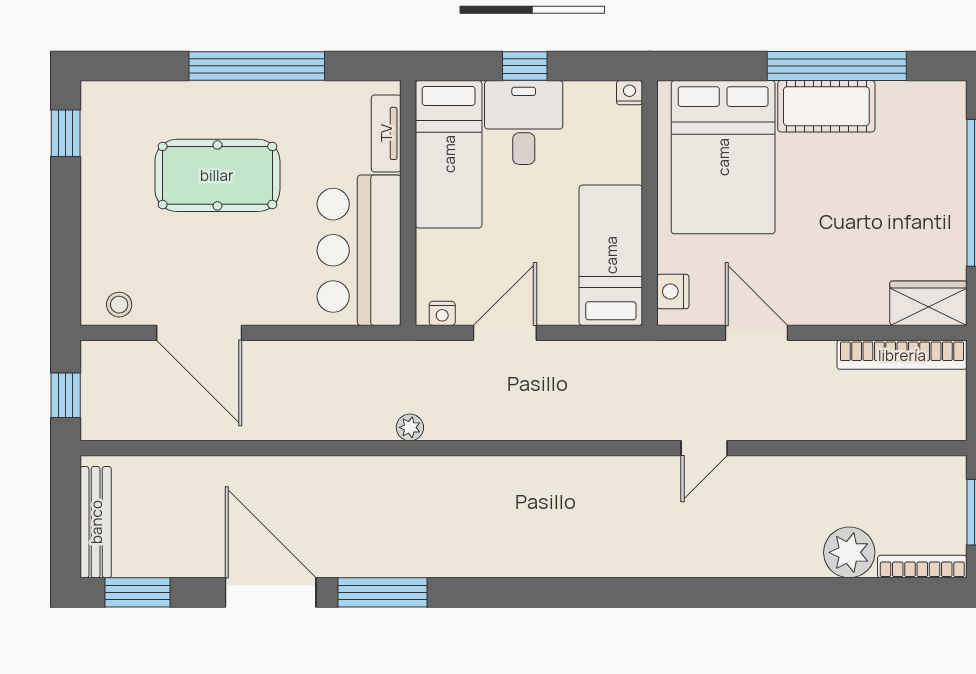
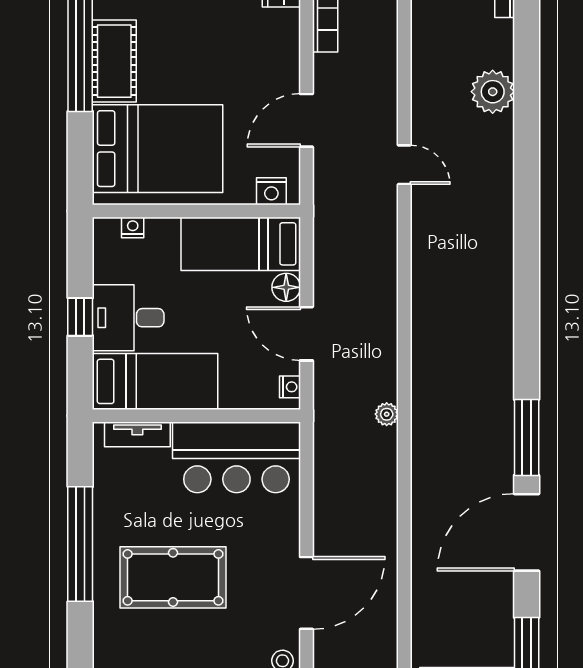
nightstand: (630, 93) -> (133, 227), moved, turned 90
pool table: (217, 175) -> (173, 577), turned 90
floor lamp: (560, 309) -> (286, 287), added
plant: (849, 552) -> (493, 92), moved

